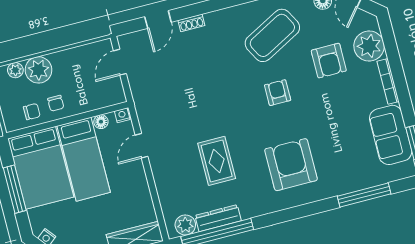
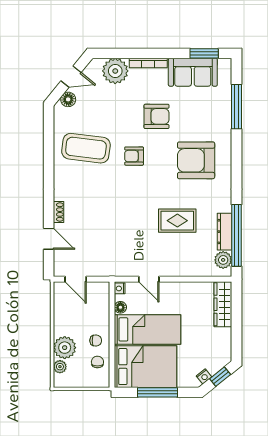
coffee table: (272, 35) -> (86, 148), turned -55
armchair: (329, 61) -> (156, 116), moved

